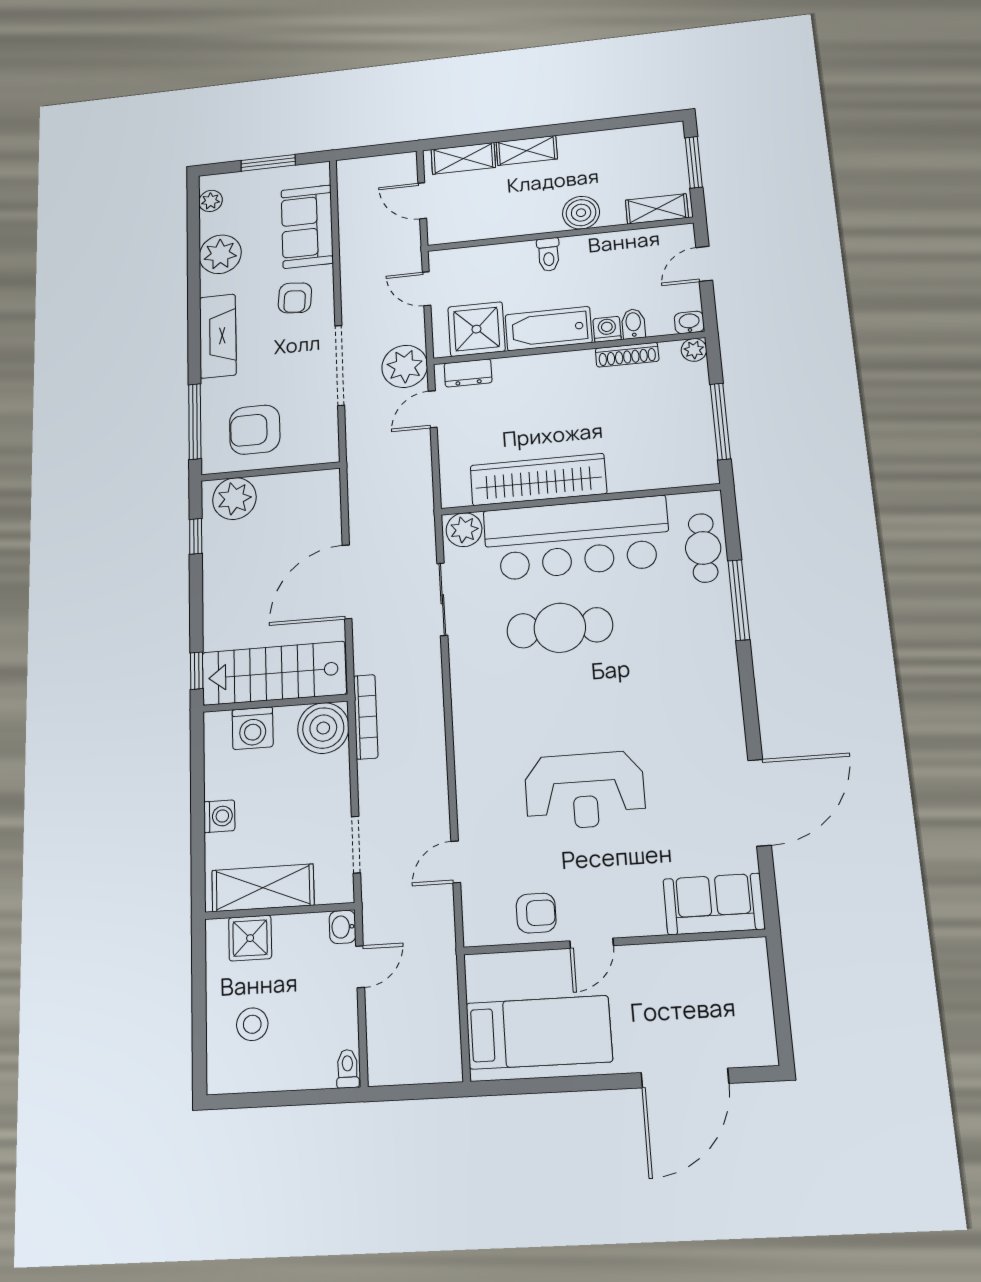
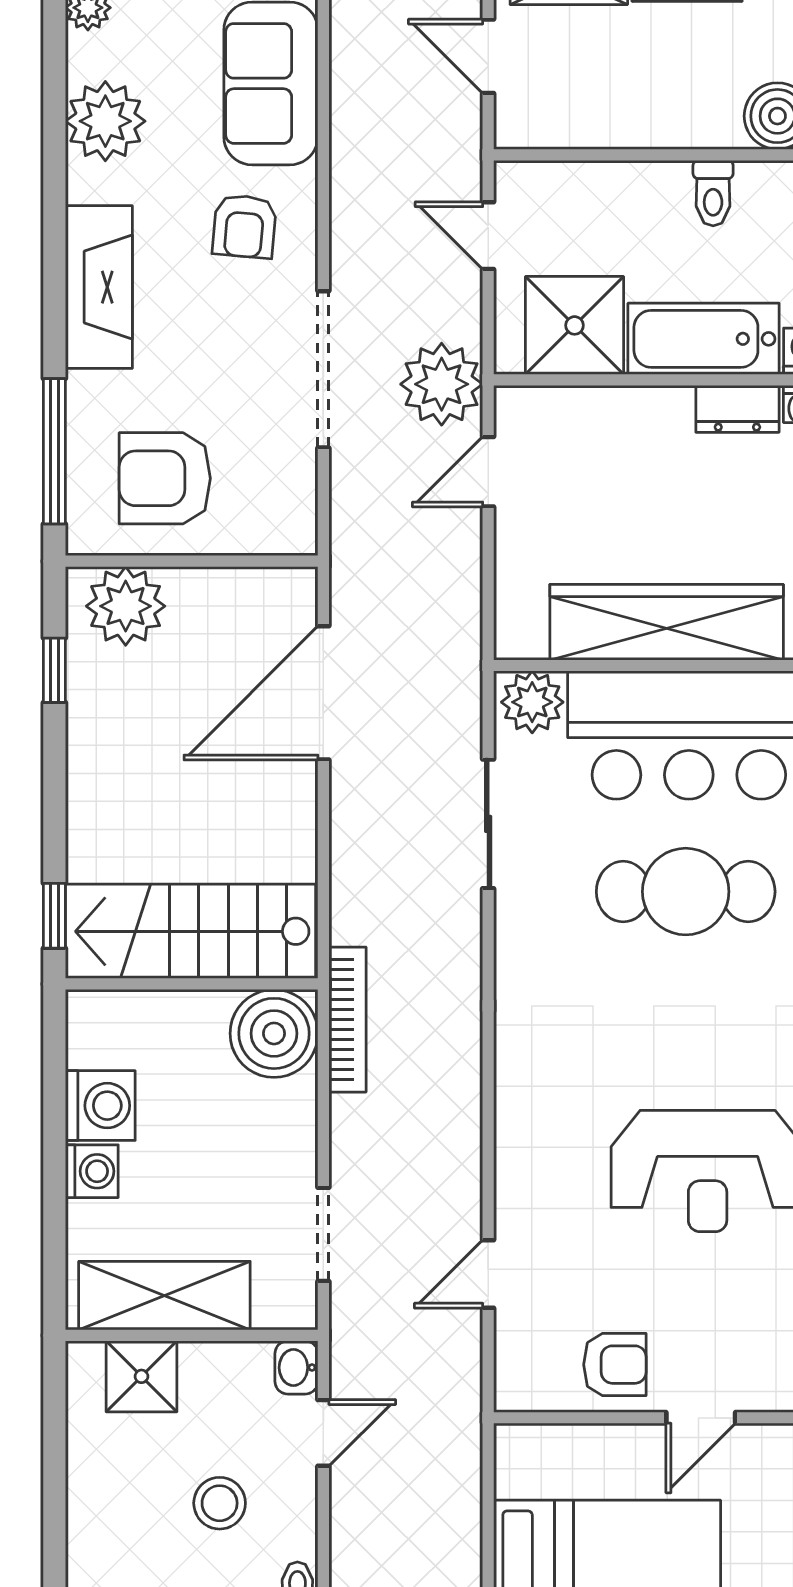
dresser: (468, 373) -> (737, 409), moved
door: (347, 582) -> (323, 693), moved
washing machine: (253, 728) -> (100, 1106), moved, turned -90
stool: (252, 1024) -> (220, 1503), moved

